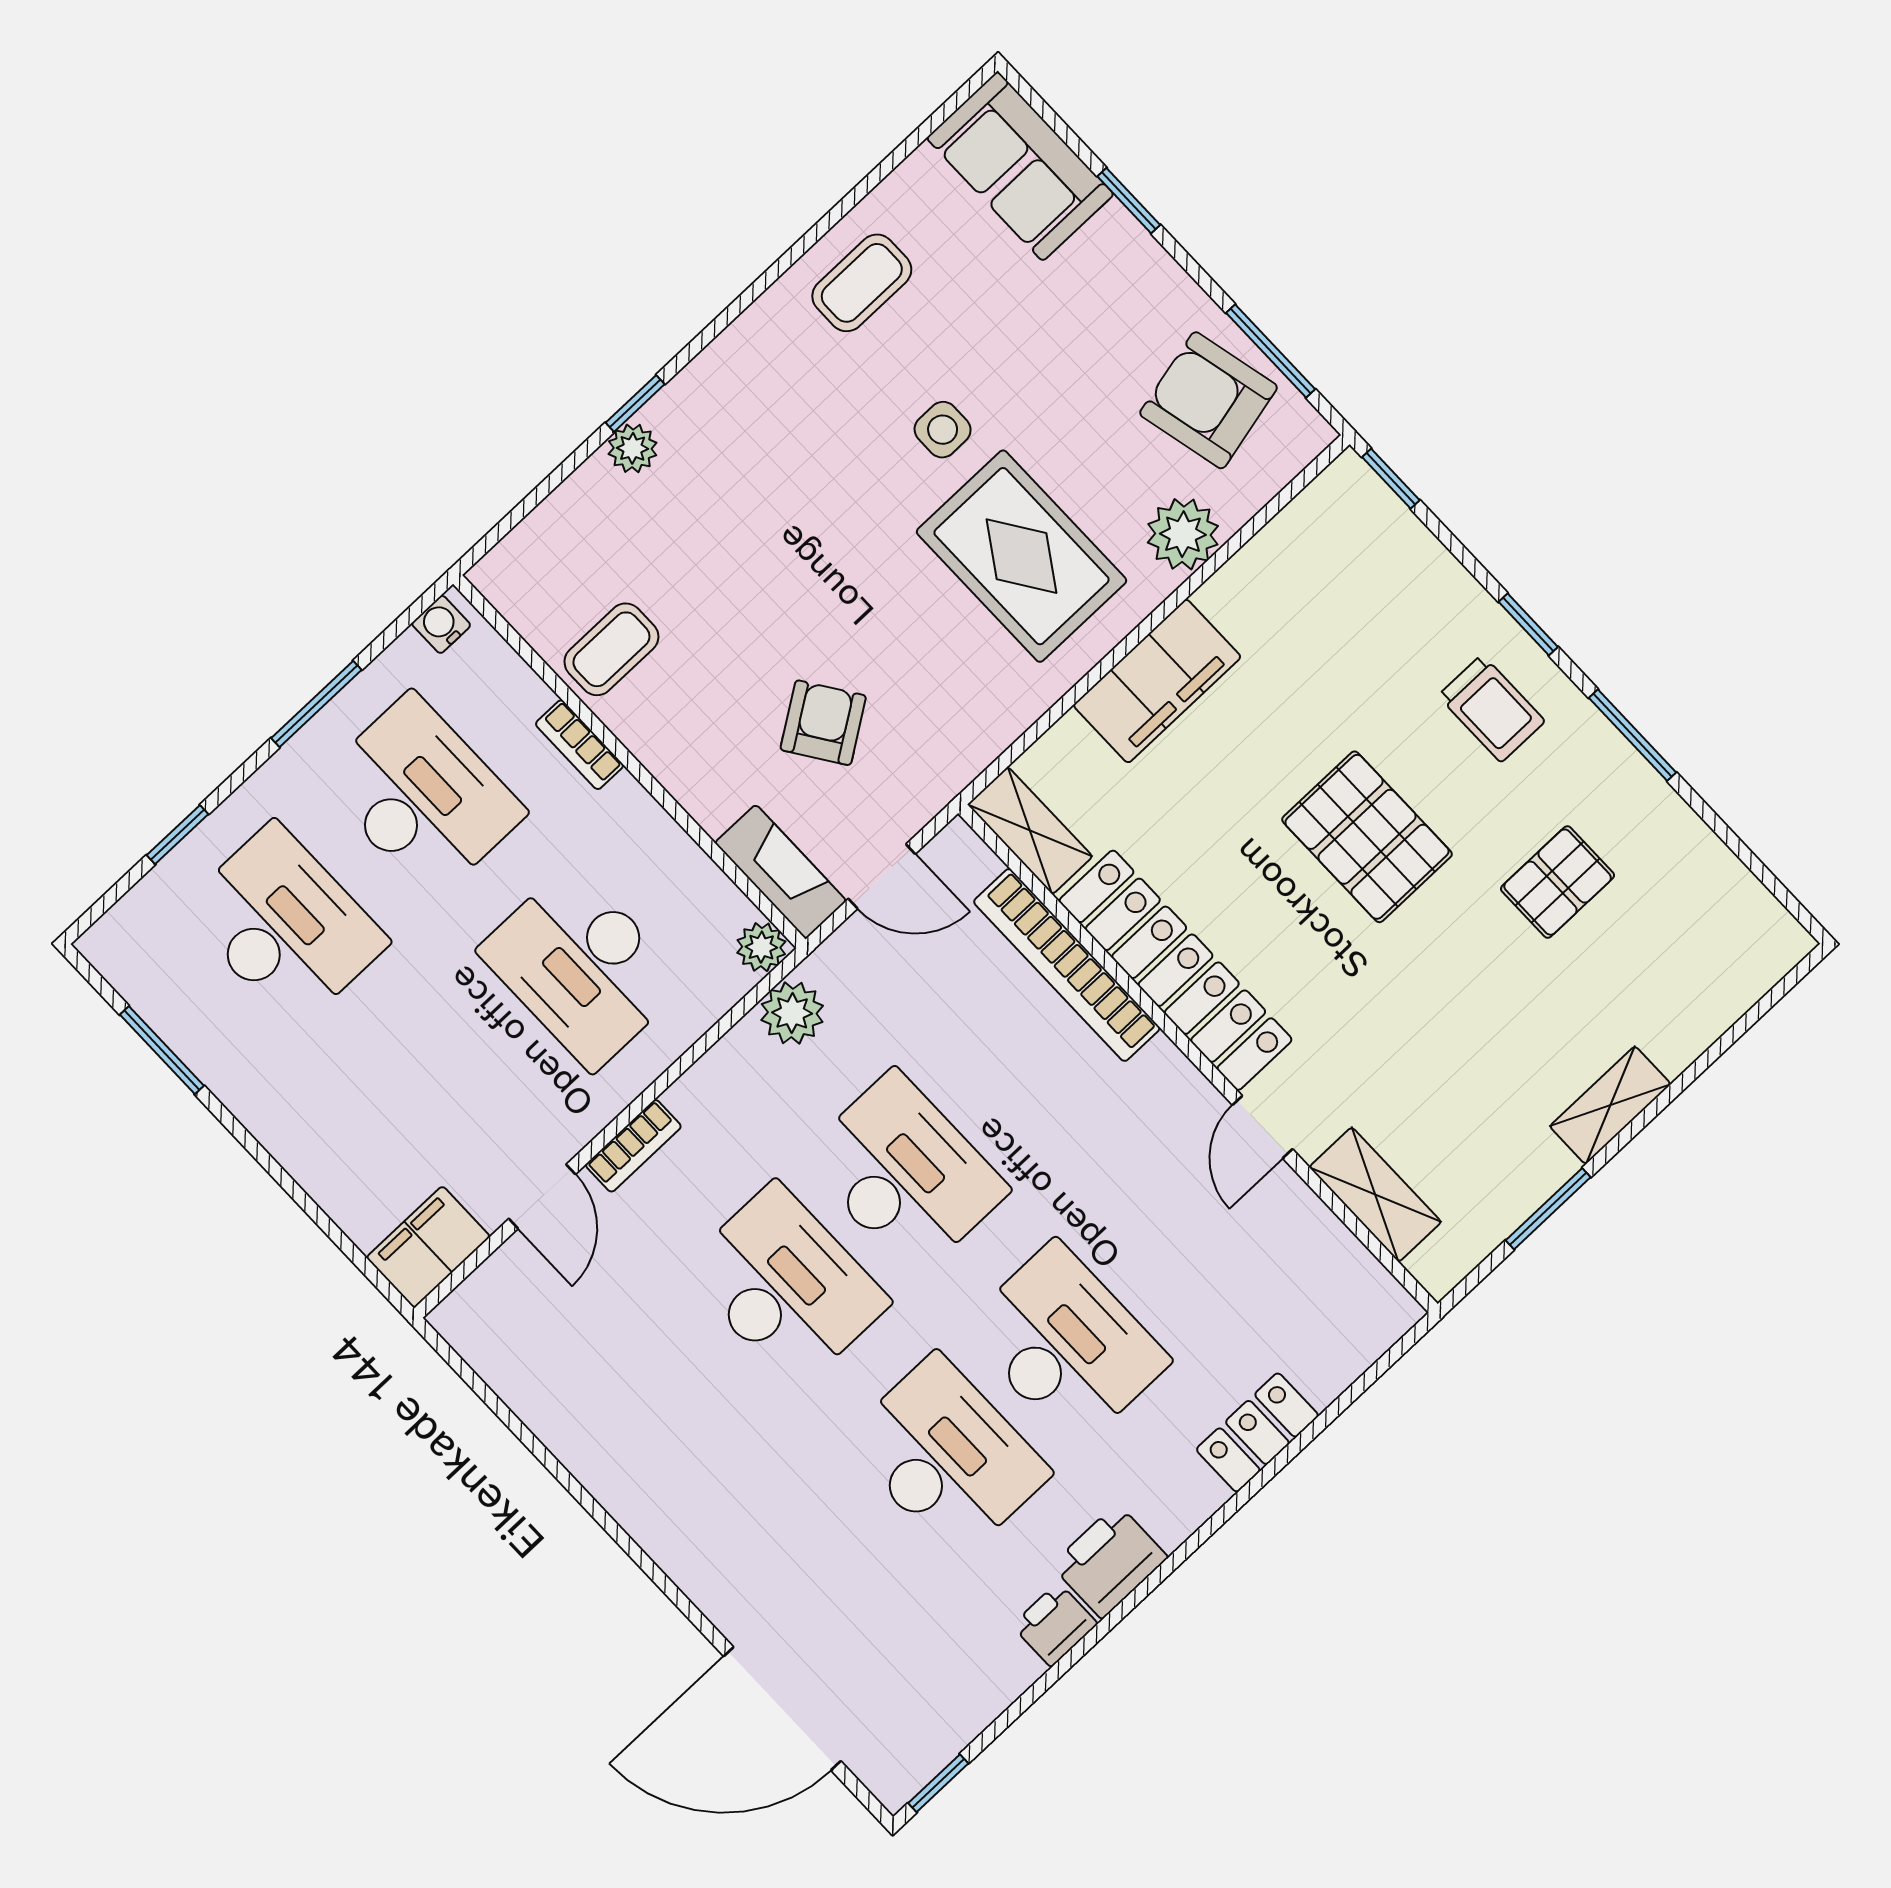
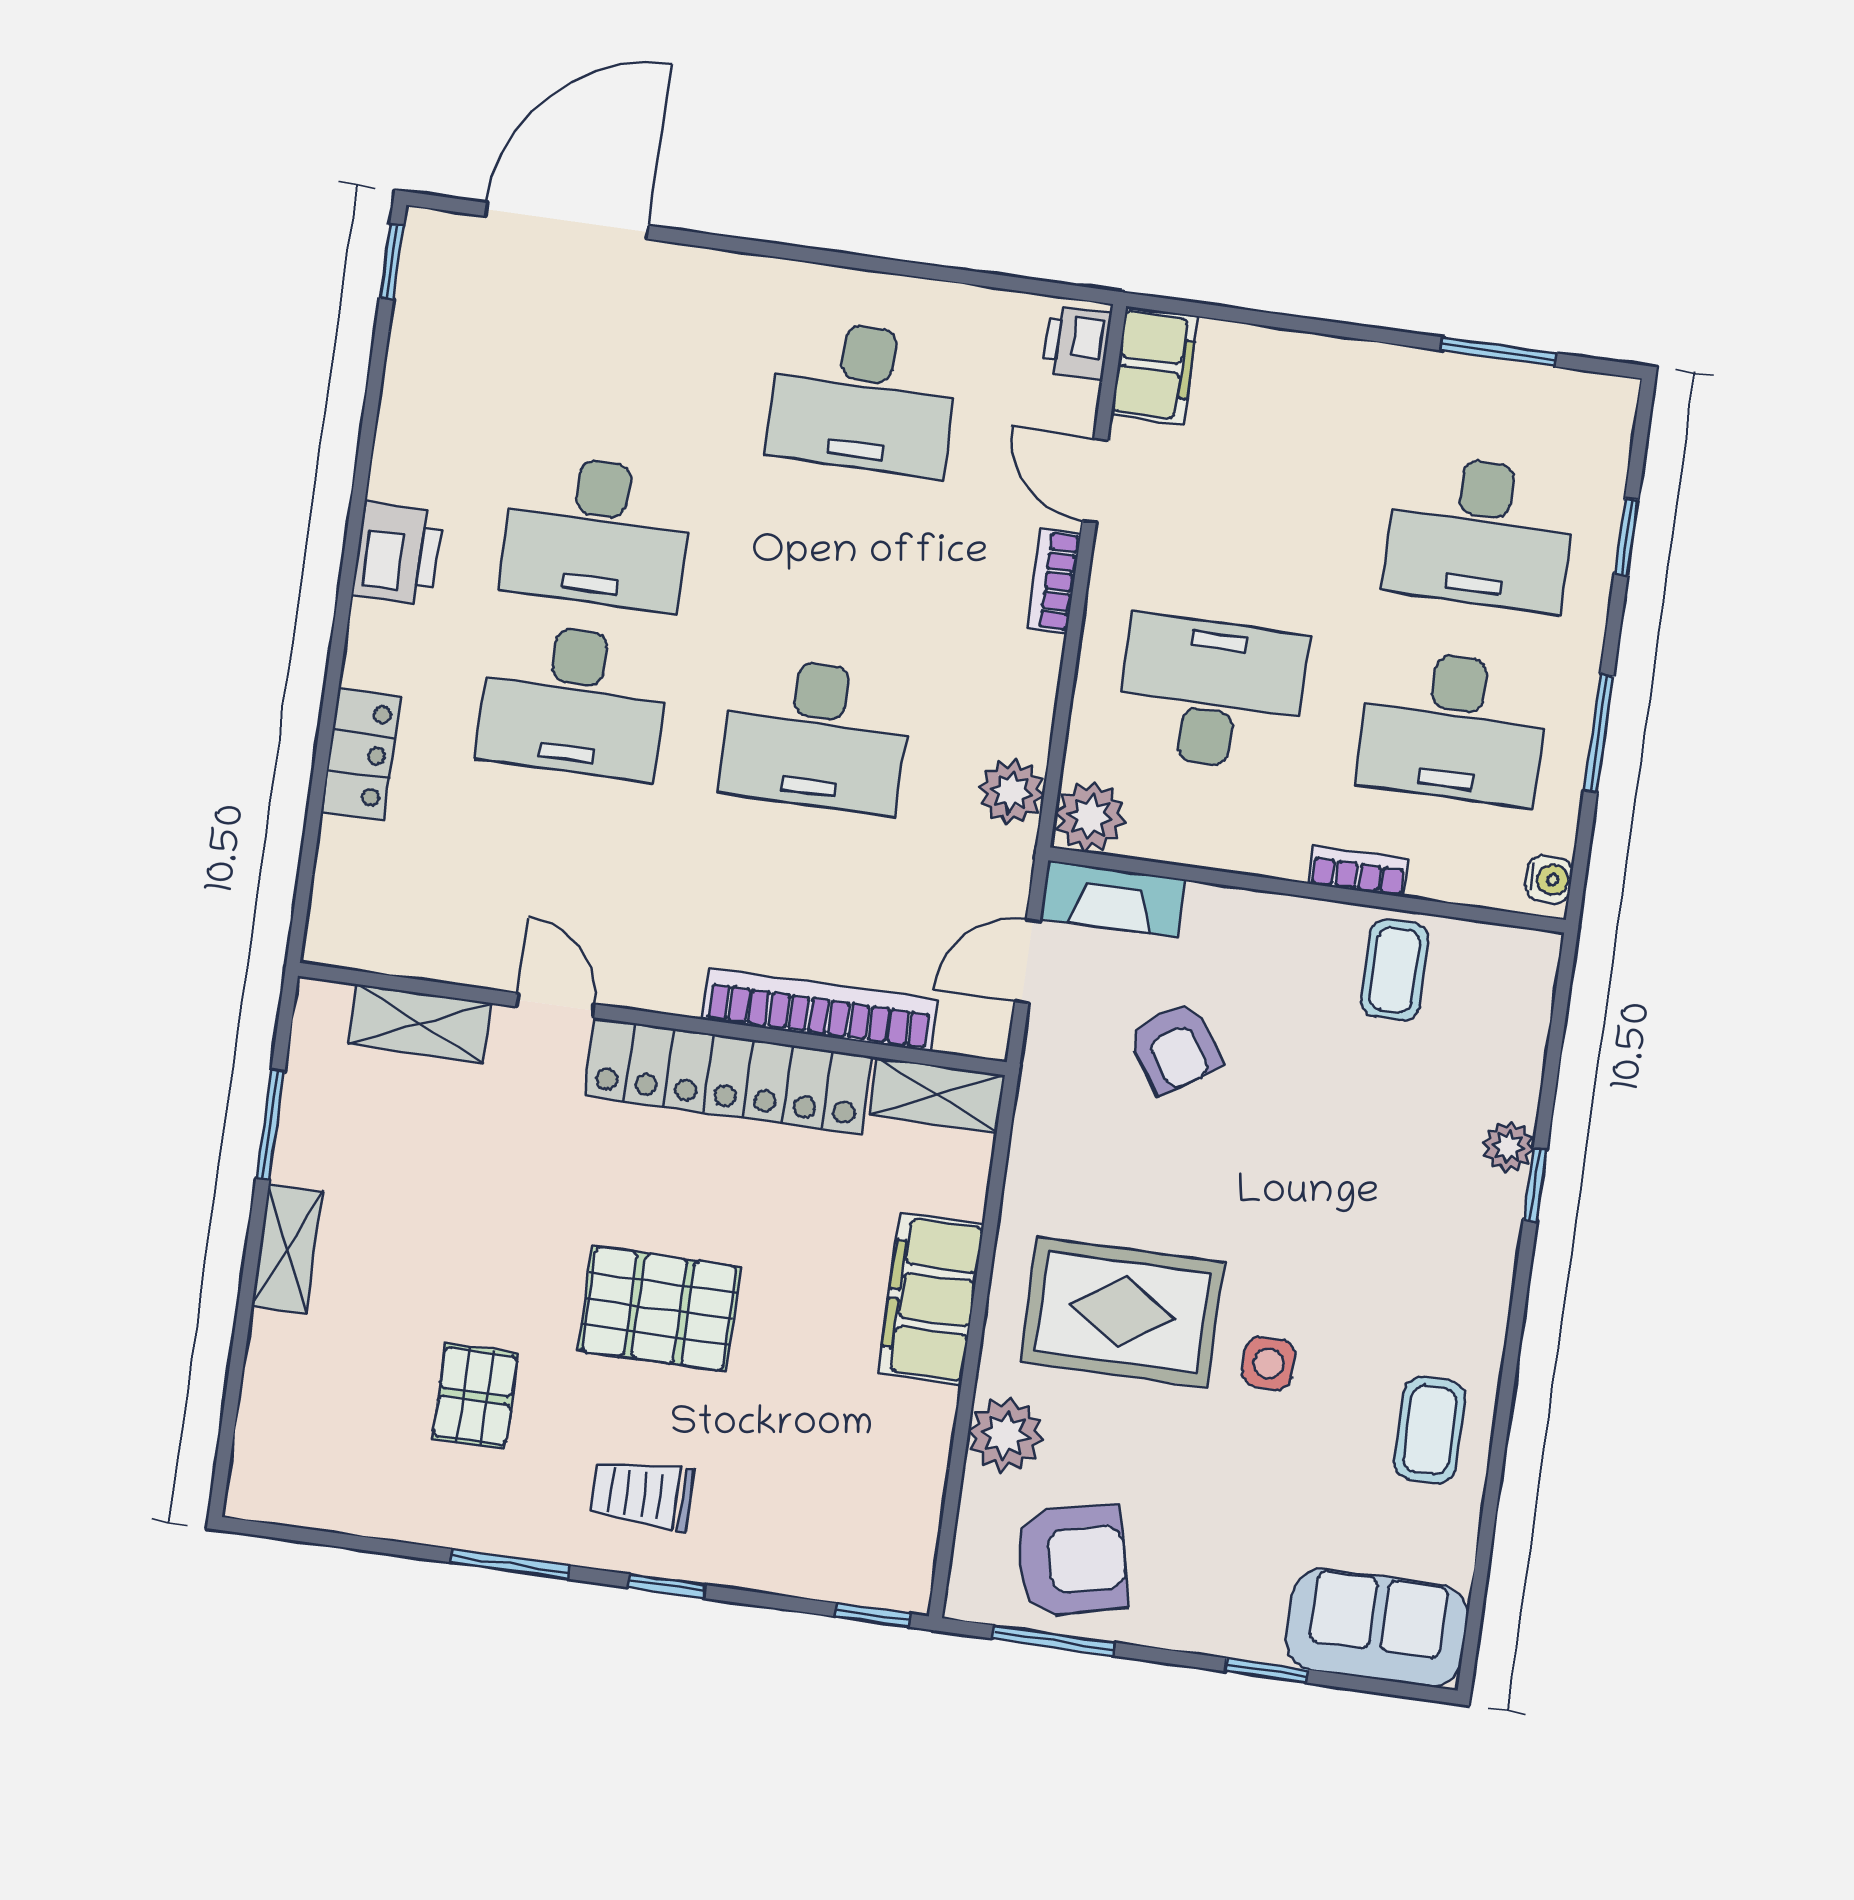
plant: (761, 947) -> (1090, 817), width x1.38, depth x1.38
desk: (786, 1286) -> (863, 398), moved
printer: (1055, 1625) -> (1077, 342), moved, turned 180

